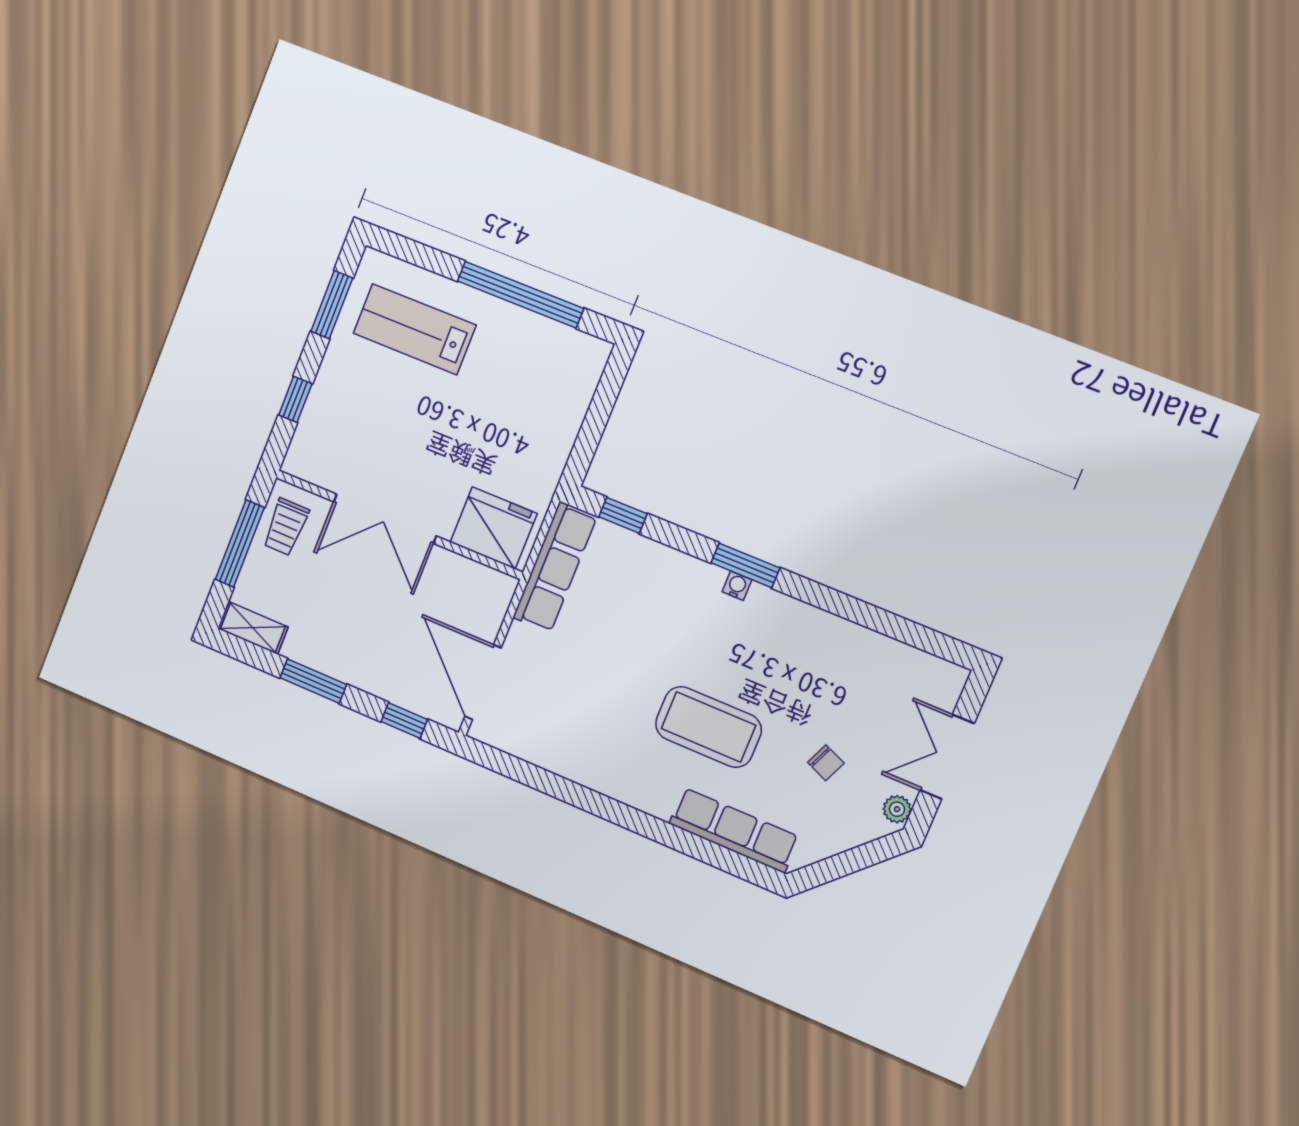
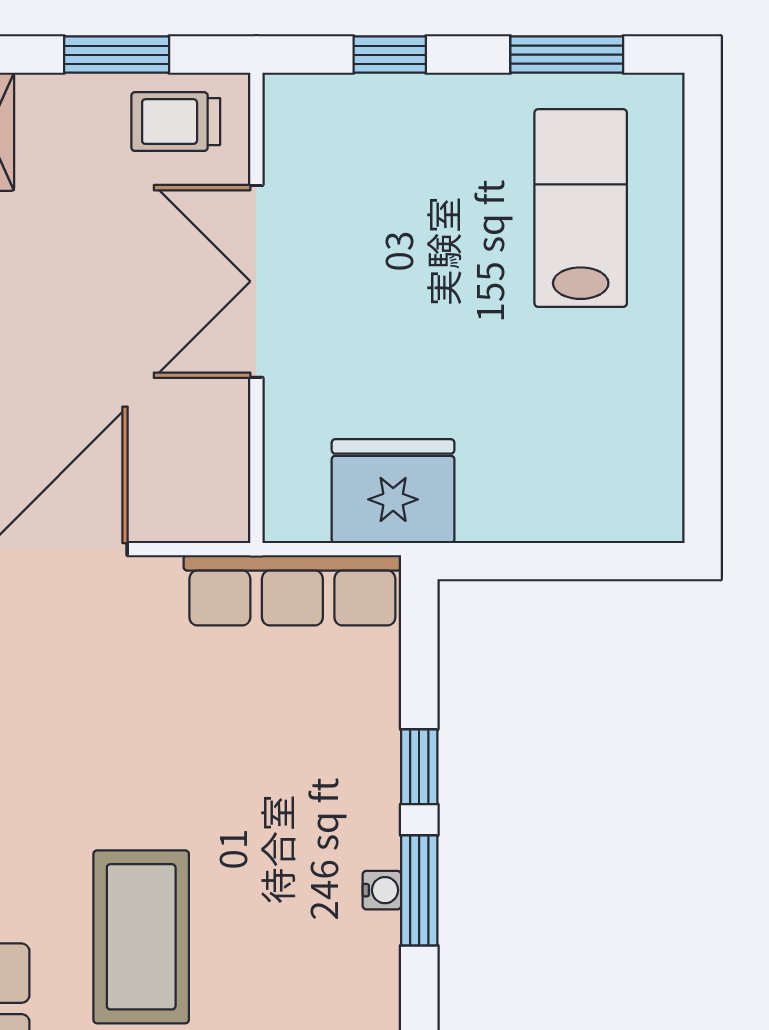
window: (520, 295) -> (703, 359), removed
window: (623, 515) -> (419, 767), moved
fridge: (494, 528) -> (393, 491), moved, turned -90
window: (240, 544) -> (117, 55), width x0.69

